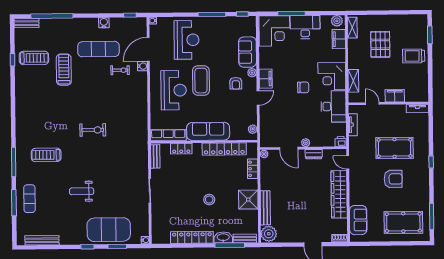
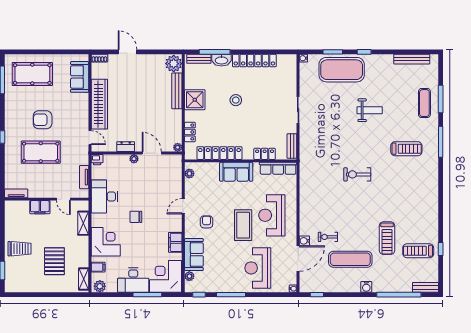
water cooler: (104, 23) -> (366, 287), moved
filing cabinet: (339, 39) -> (98, 267), width x0.50
plant: (252, 73) -> (189, 276), moved
corner desk: (332, 76) -> (106, 242), moved
filing cabinet: (266, 79) -> (175, 242), moved
sofa: (208, 131) -> (236, 172), width x0.73

